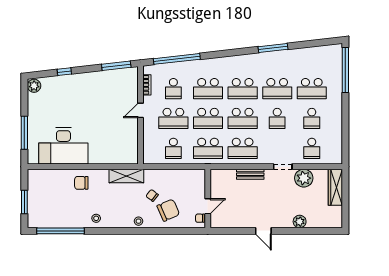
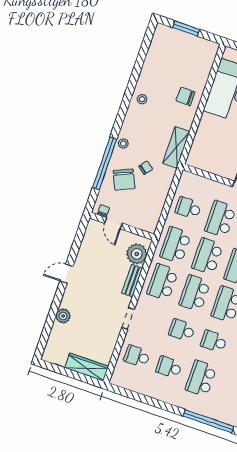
school desk: (277, 89) -> (214, 341), width x0.54
plant: (304, 178) -> (137, 254), moved
chair: (81, 183) -> (186, 96), turned -90
window: (60, 231) -> (105, 163), moved

